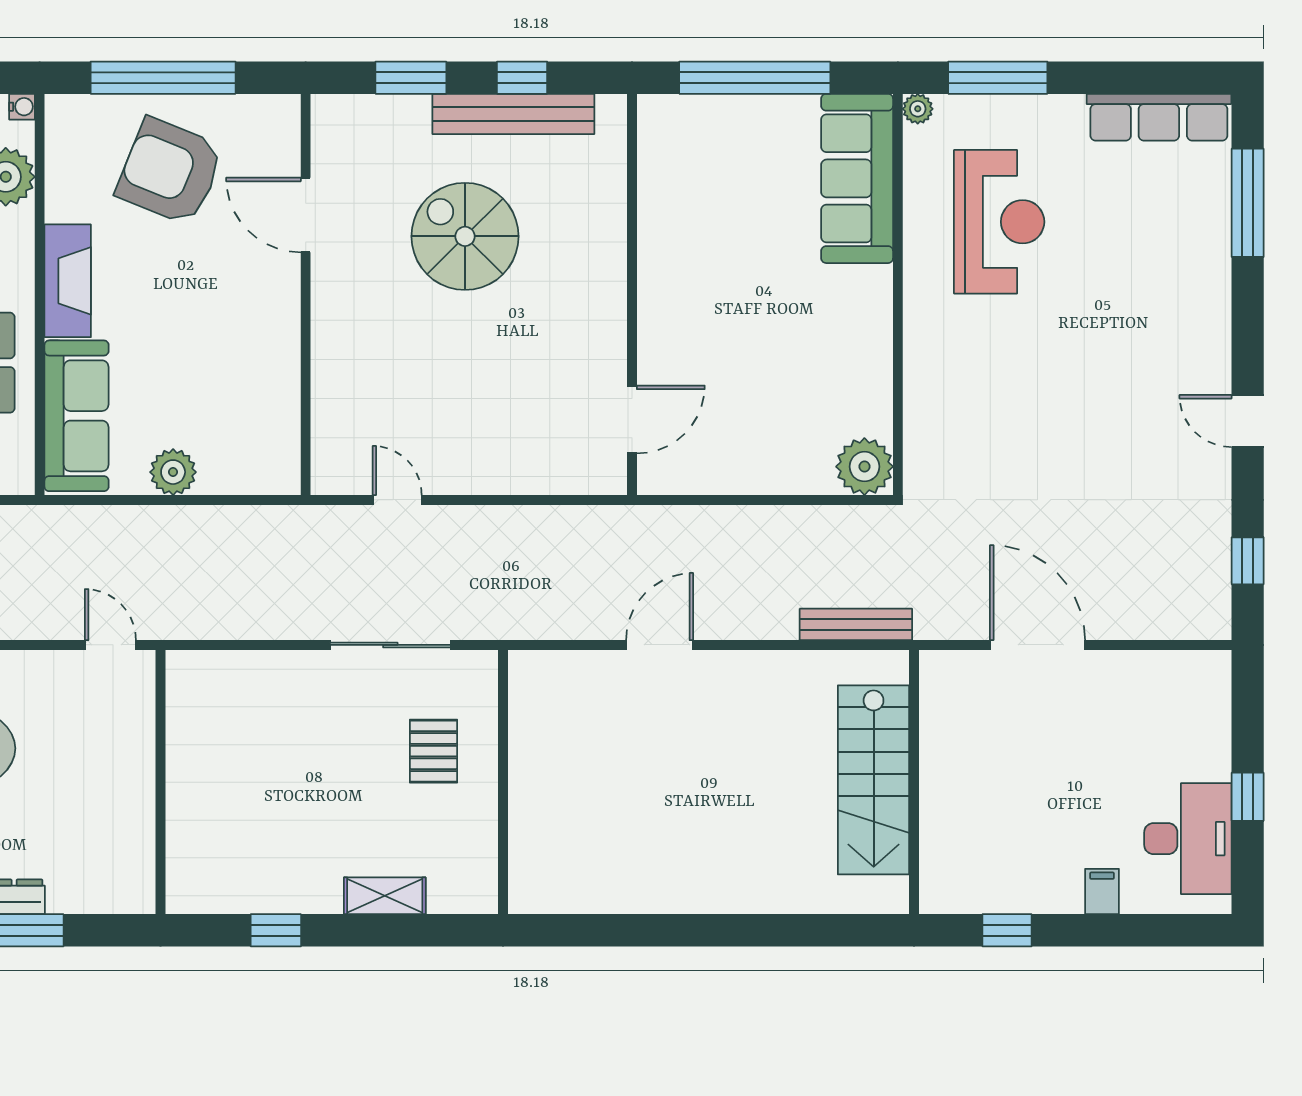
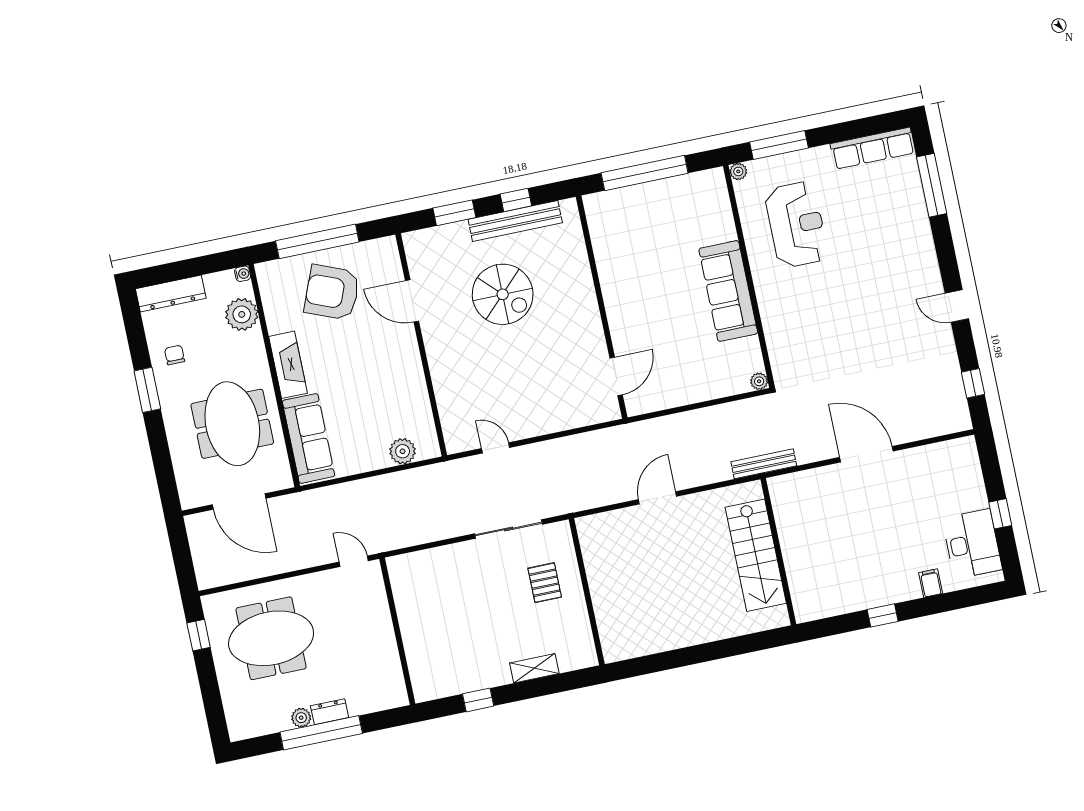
sofa: (857, 178) -> (728, 291), moved
spiral stairs: (465, 236) -> (503, 294), turned 180
plant: (864, 467) -> (759, 381), width x0.53, depth x0.53
plant: (173, 472) -> (403, 451), moved
stairs: (874, 780) -> (756, 555), moved
wall: (914, 782) -> (778, 552), moved

